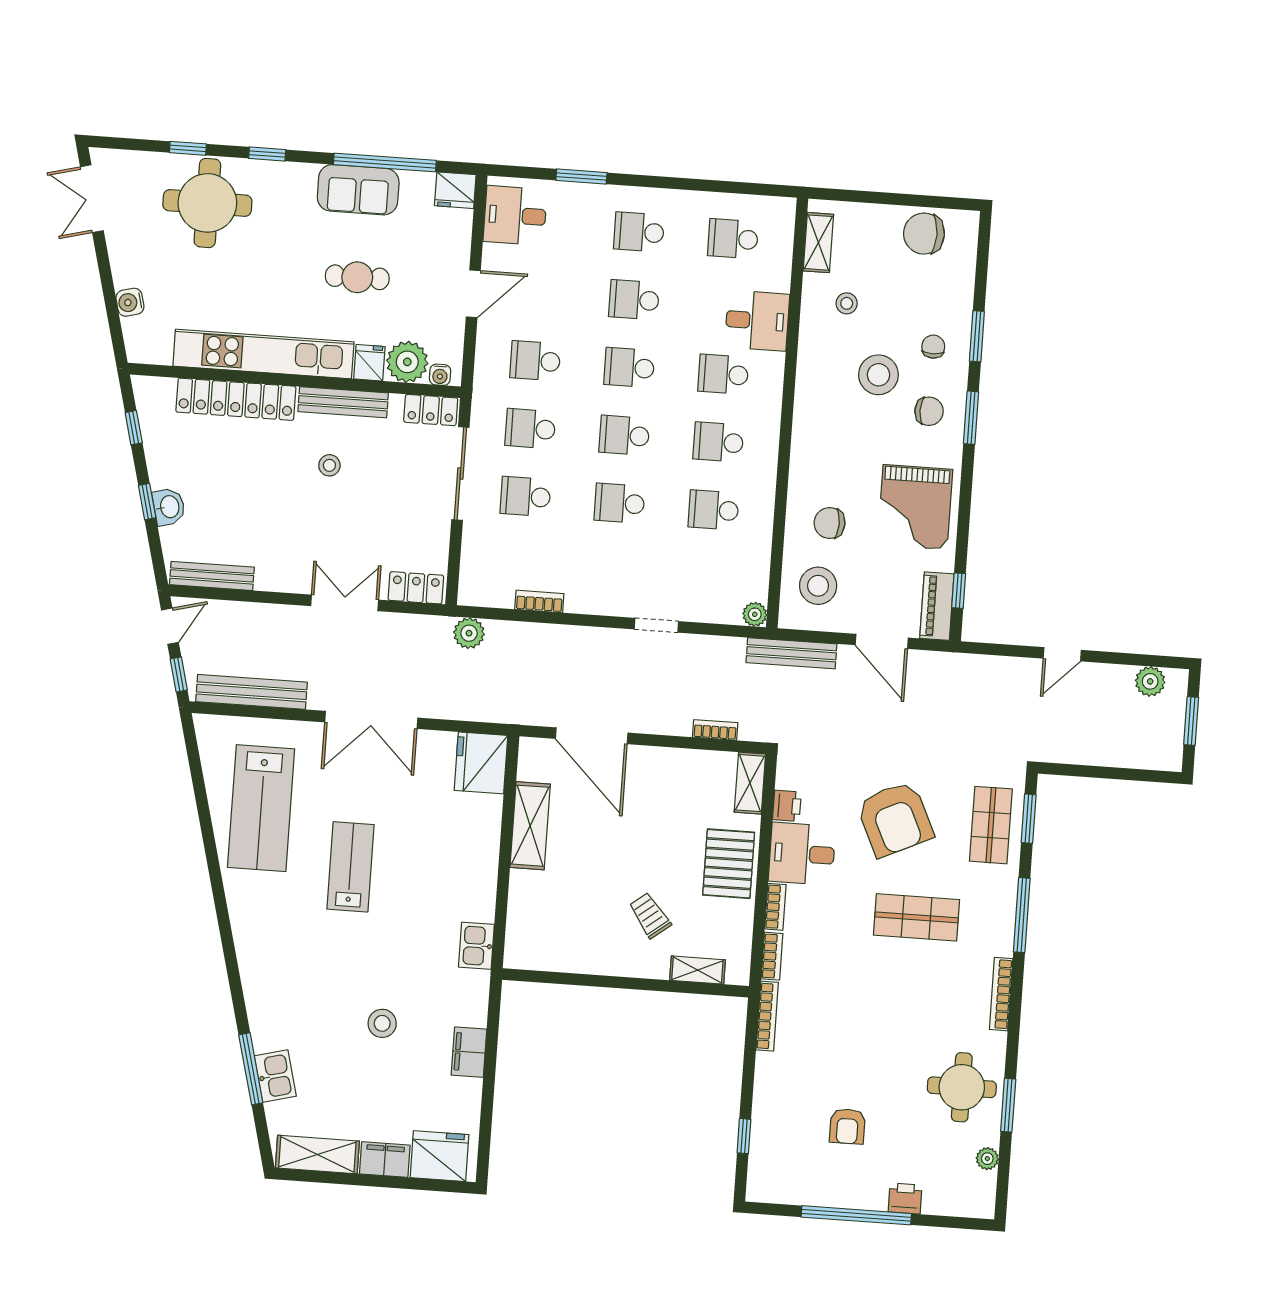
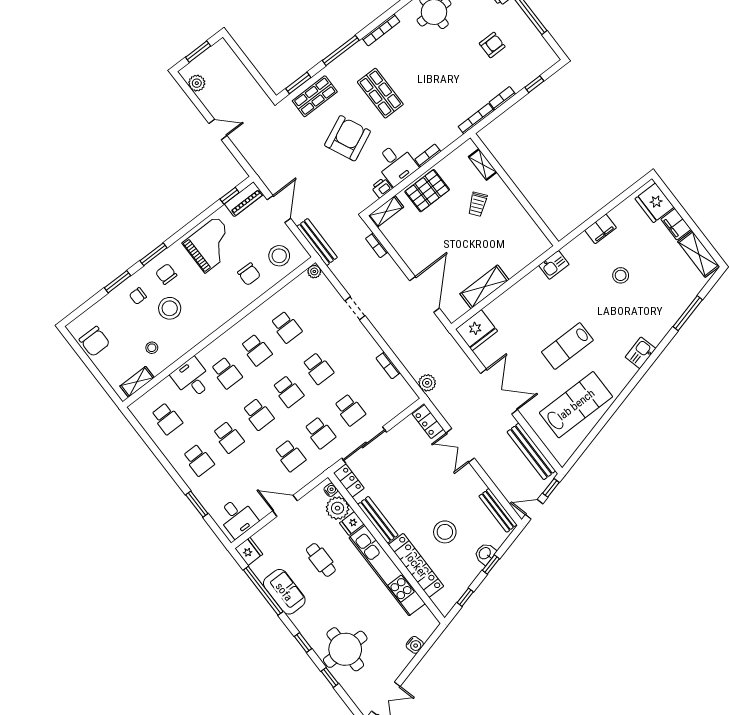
stool: (329, 465) -> (445, 532), moved, width x1.89, depth x1.89
bookcase: (772, 956) -> (502, 98), moved
kitchen sink: (275, 1076) -> (641, 353), moved

